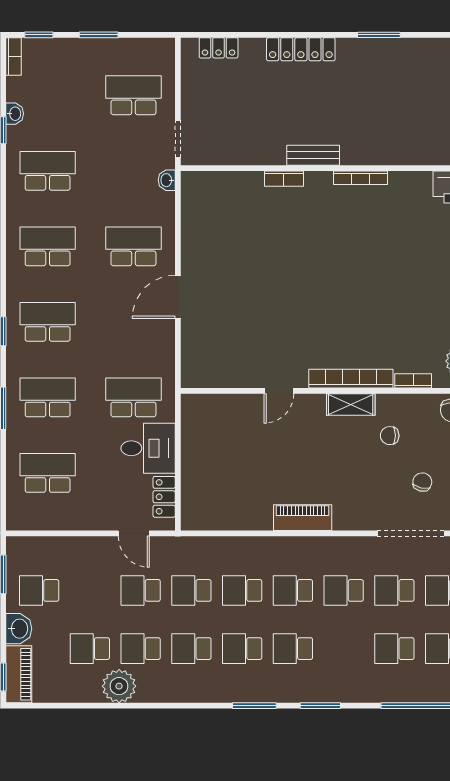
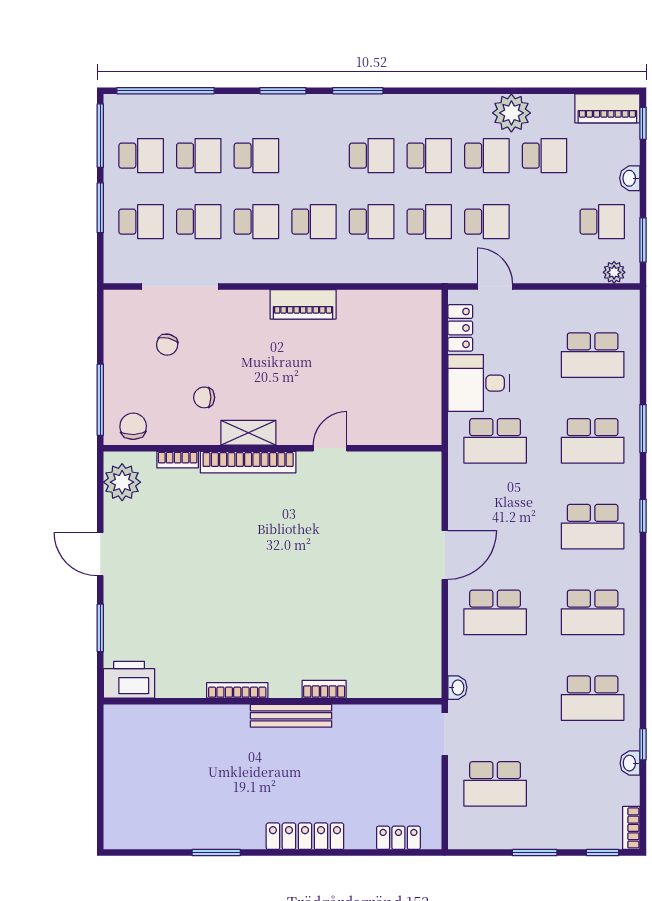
bench: (313, 155) -> (291, 716), width x1.36
chair: (390, 436) -> (204, 397), turned 180
plant: (29, 546) -> (614, 272), added
washbasin: (19, 629) -> (630, 178), width x0.72, depth x0.69
school desk: (293, 649) -> (256, 156), moved
piano: (19, 674) -> (607, 108), moved, turned -90

